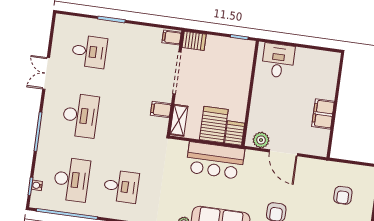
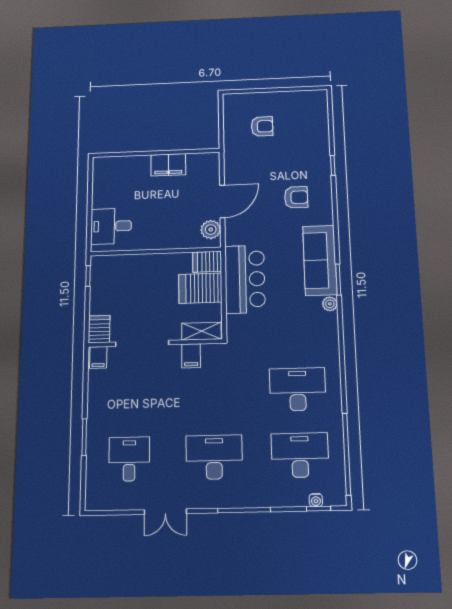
desk: (121, 186) -> (298, 389), width x1.37

